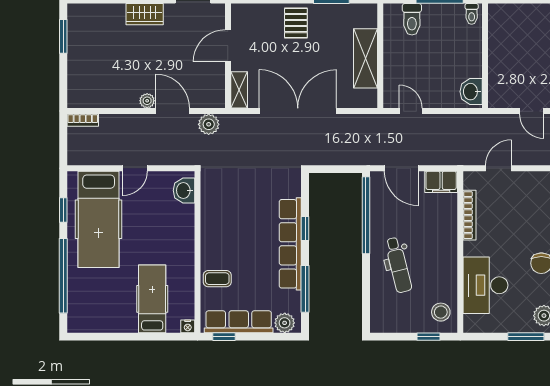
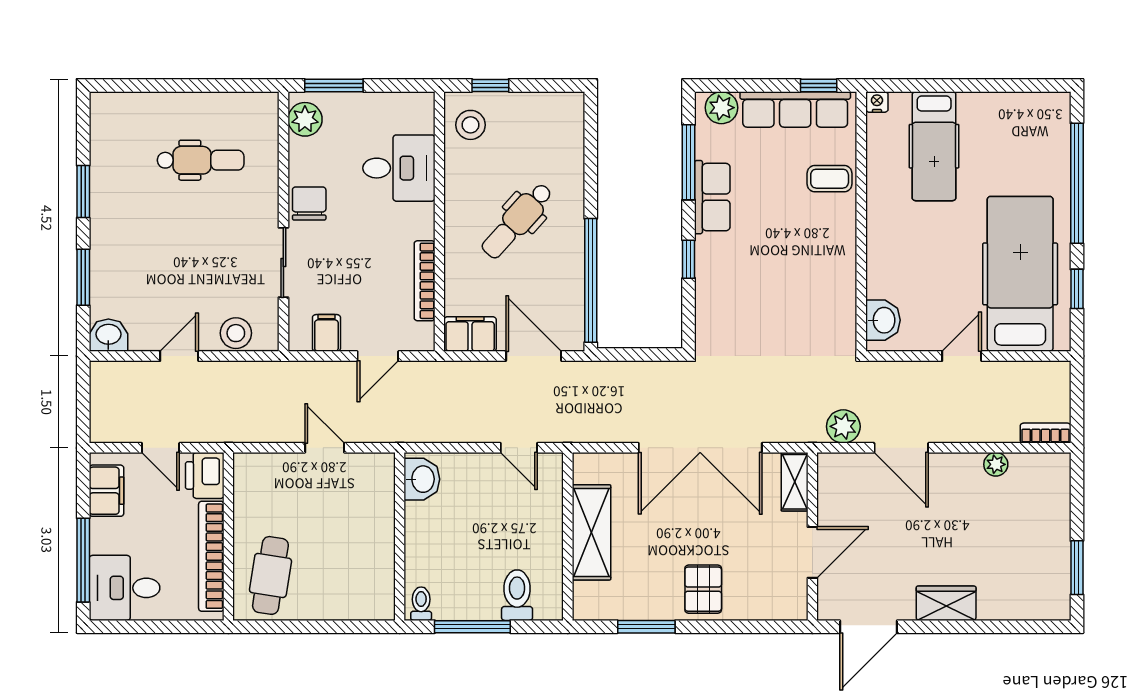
plant: (147, 101) -> (996, 464), moved
filing cabinet: (531, 183) -> (326, 333), added
row of seats: (290, 244) -> (712, 197), width x0.50
dental chair: (398, 265) -> (517, 221), moved, turned -124
desk: (485, 285) -> (399, 168), width x0.73

